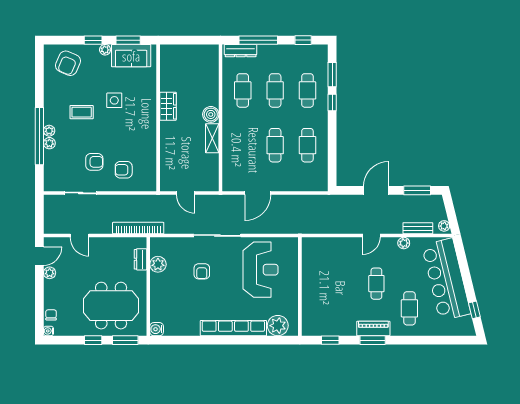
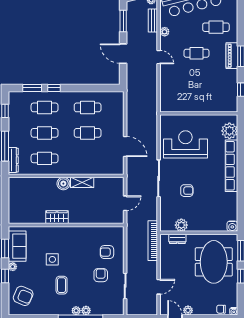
armchair: (124, 170) -> (107, 252), turned 90

